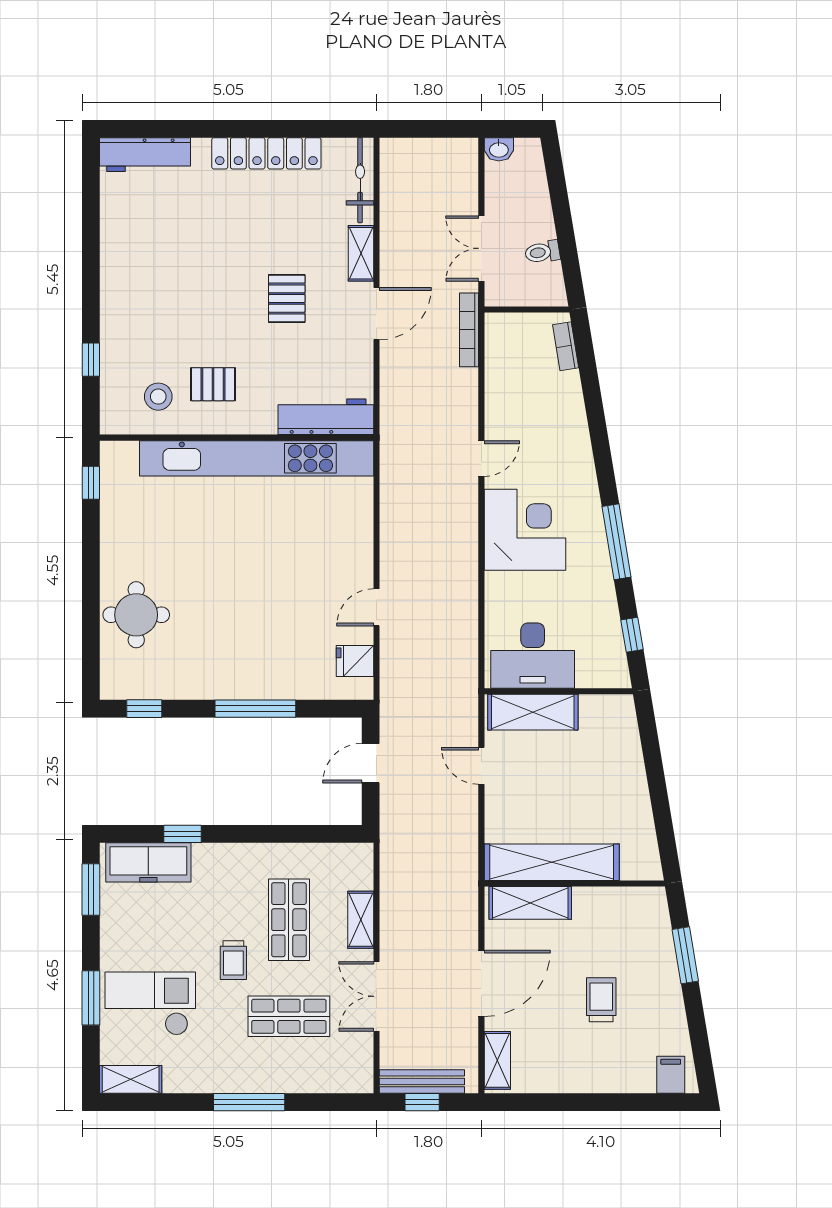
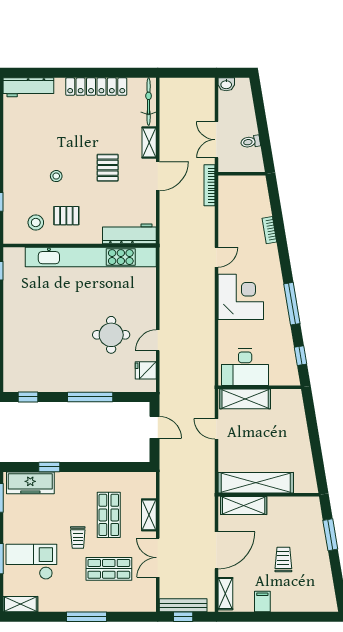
stool: (195, 313) -> (56, 176), added
bookcase: (566, 346) -> (269, 230), moved
round table: (136, 615) -> (111, 335), moved
door: (371, 763) -> (154, 427), swing flipped
filing cabinet: (671, 1075) -> (262, 602), moved

